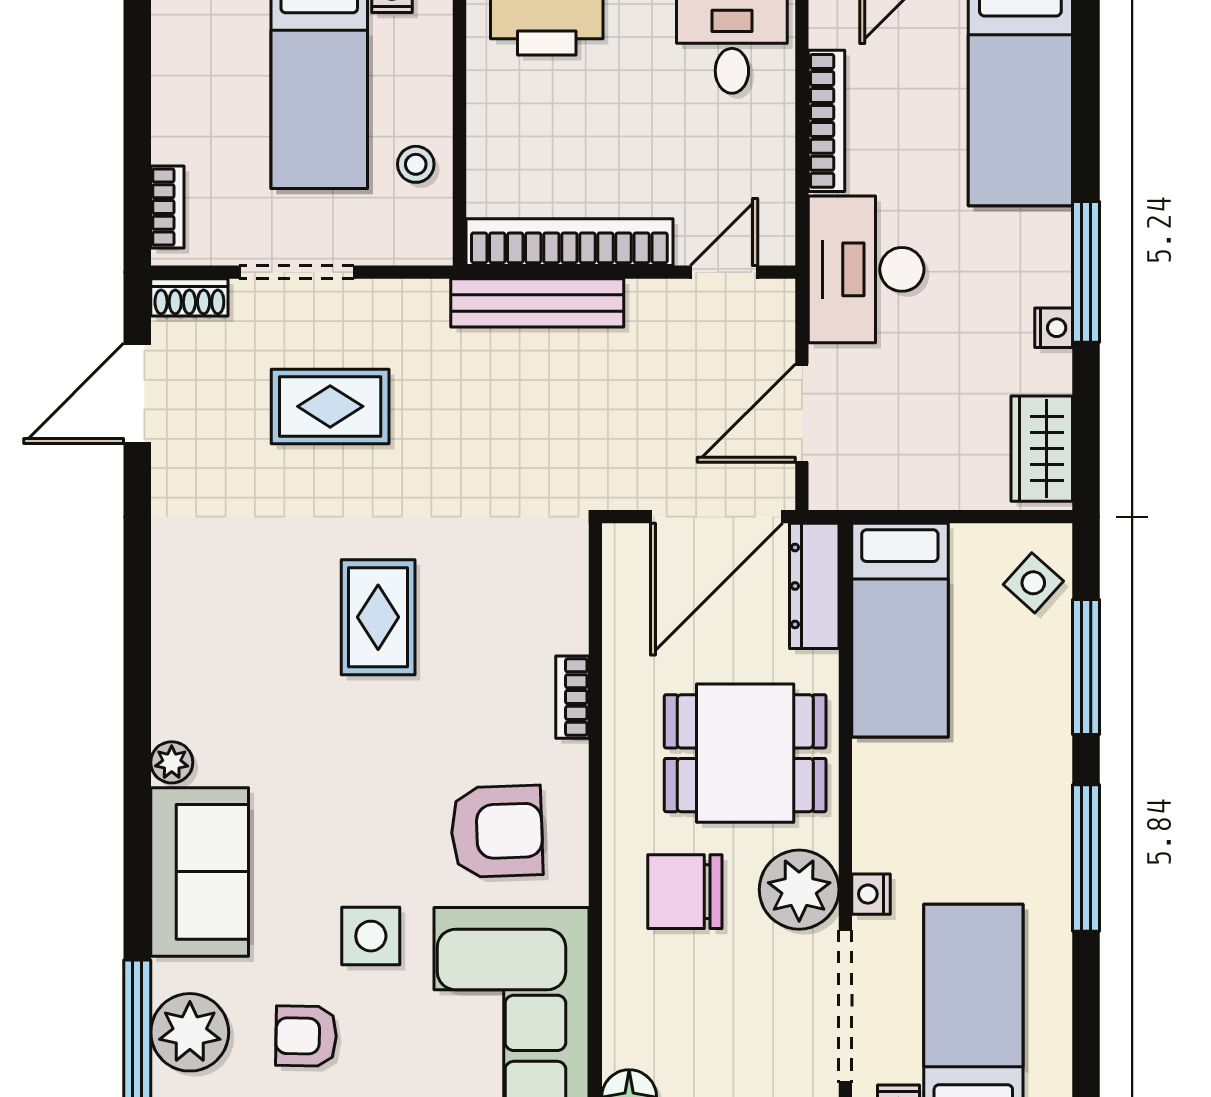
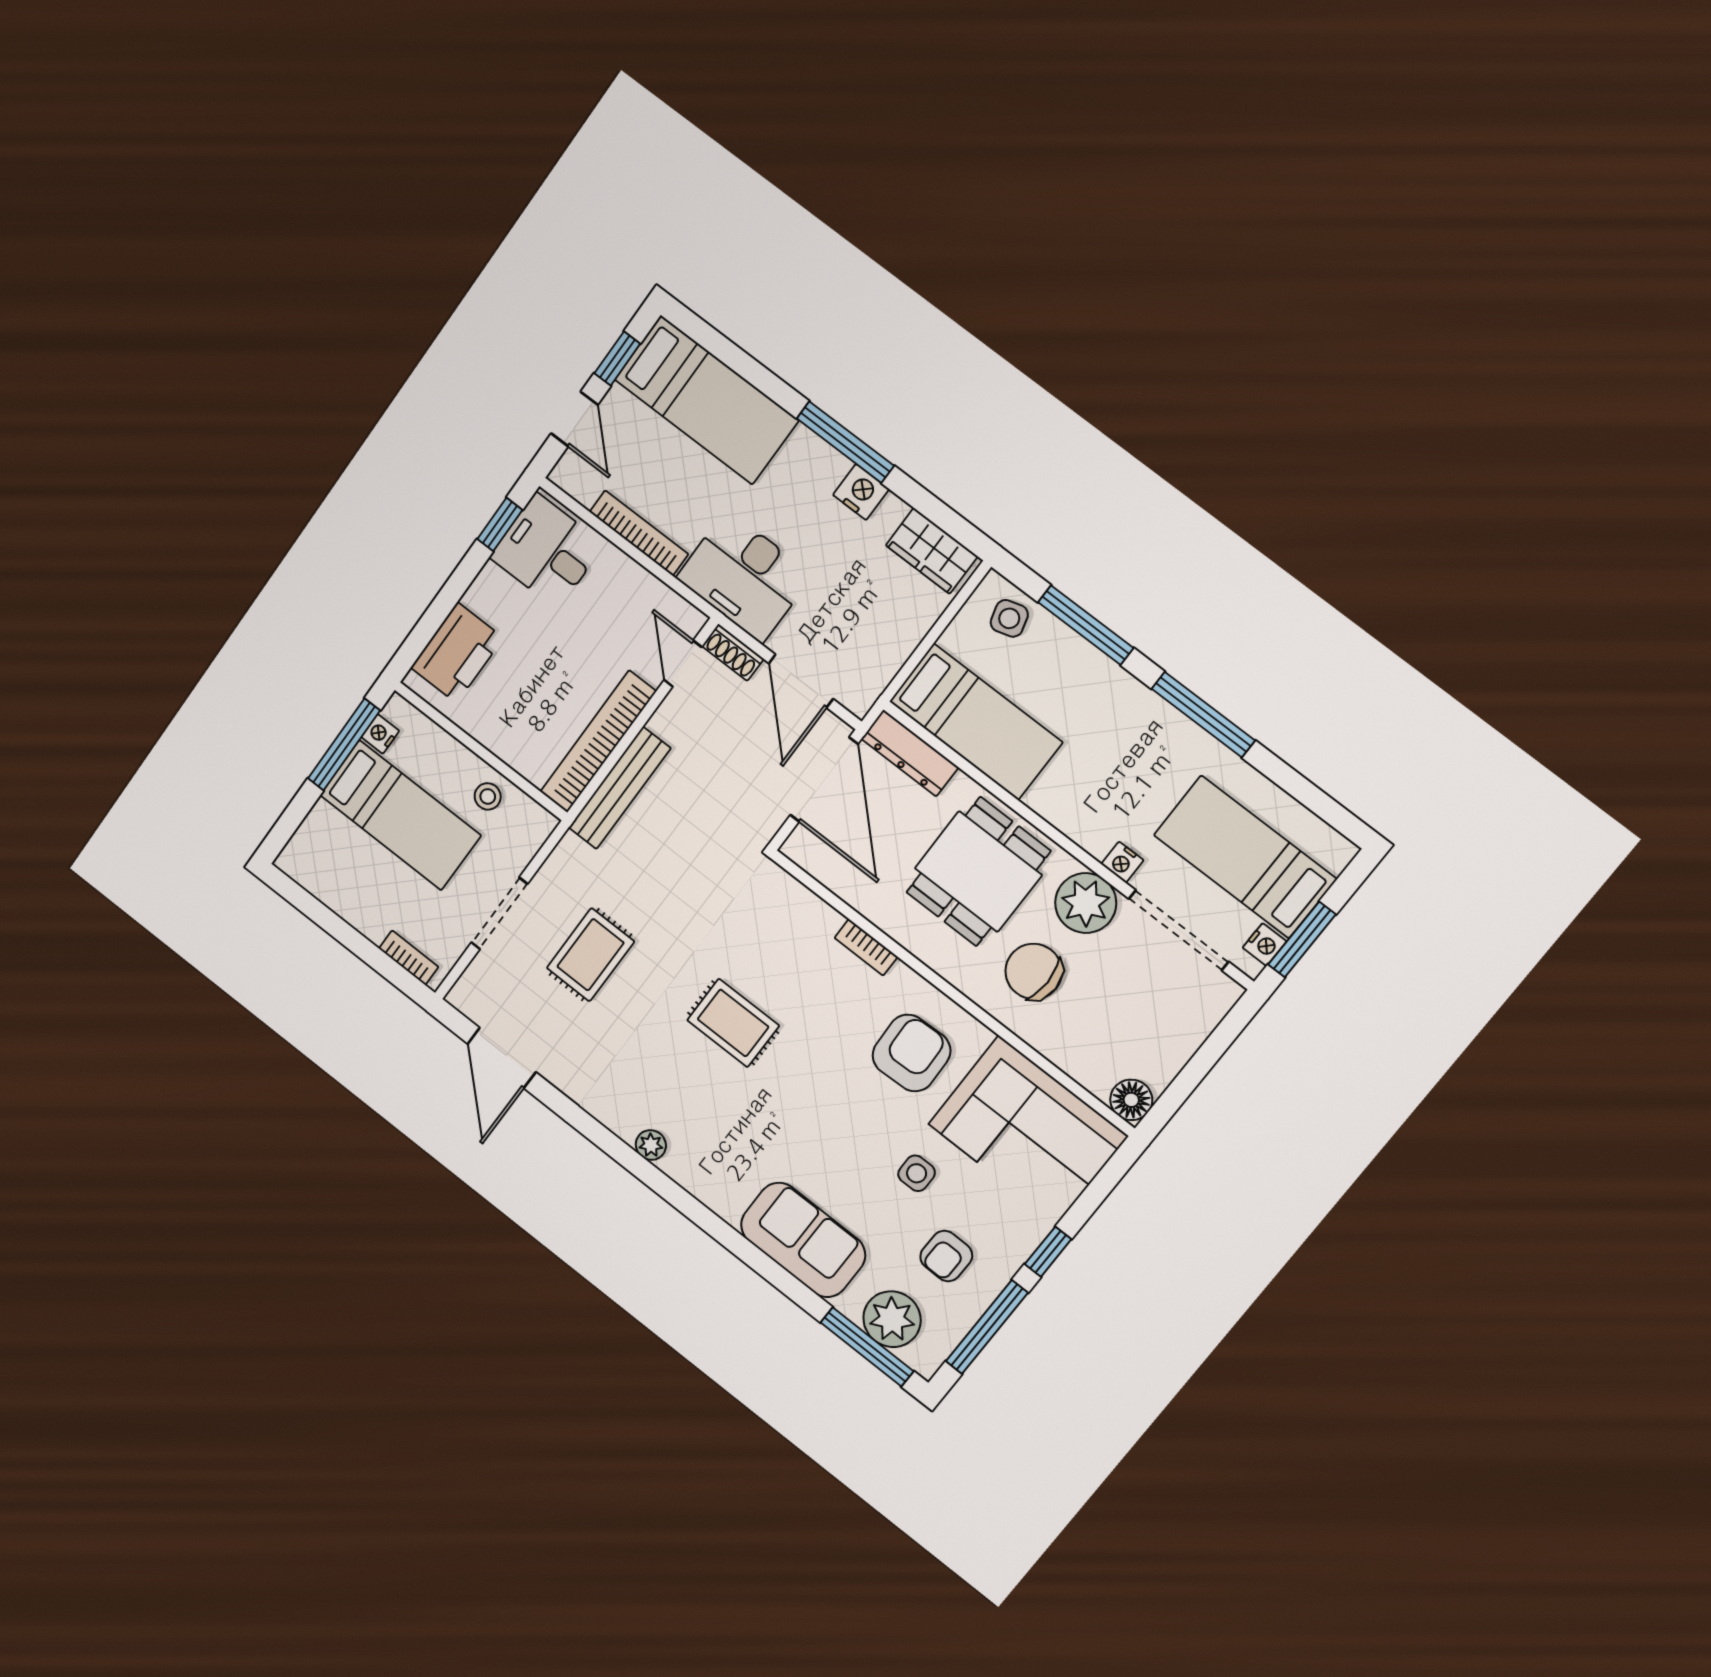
shoe rack: (189, 297) -> (733, 652), moved, turned 90
nightstand: (1054, 328) -> (861, 492), width x1.39, depth x1.35
side table: (1033, 583) -> (1009, 618), turned 32
plant: (172, 762) -> (651, 1145), moved
chair: (685, 892) -> (1034, 971), turned 90
side table: (371, 936) -> (917, 1173), width x0.73, depth x0.73

